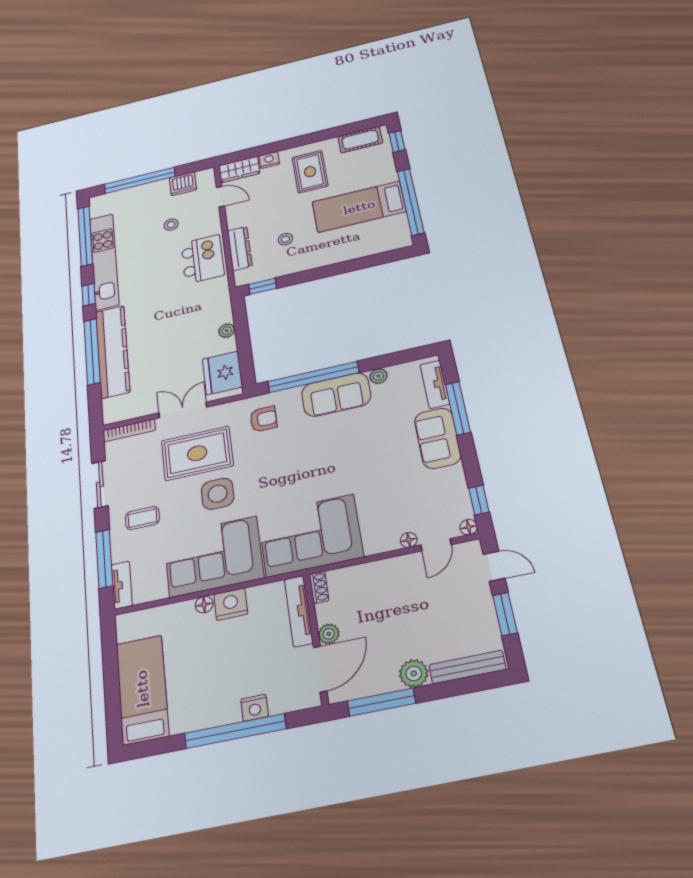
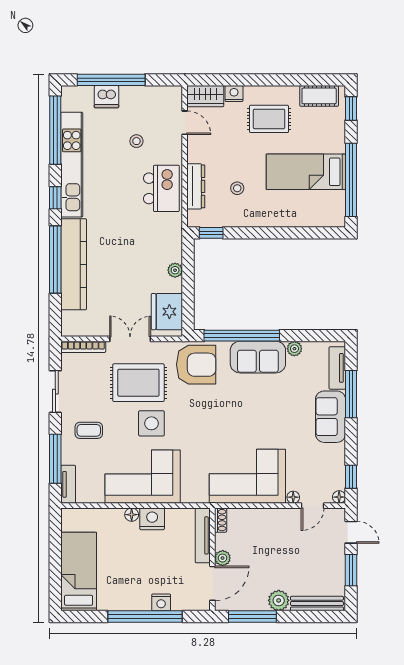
rug: (310, 172) -> (269, 119), turned 90
dishwasher: (183, 184) -> (106, 97), moved
armchair: (263, 419) -> (196, 365), width x1.88, depth x1.88
corner sofa: (310, 535) -> (247, 476), moved

